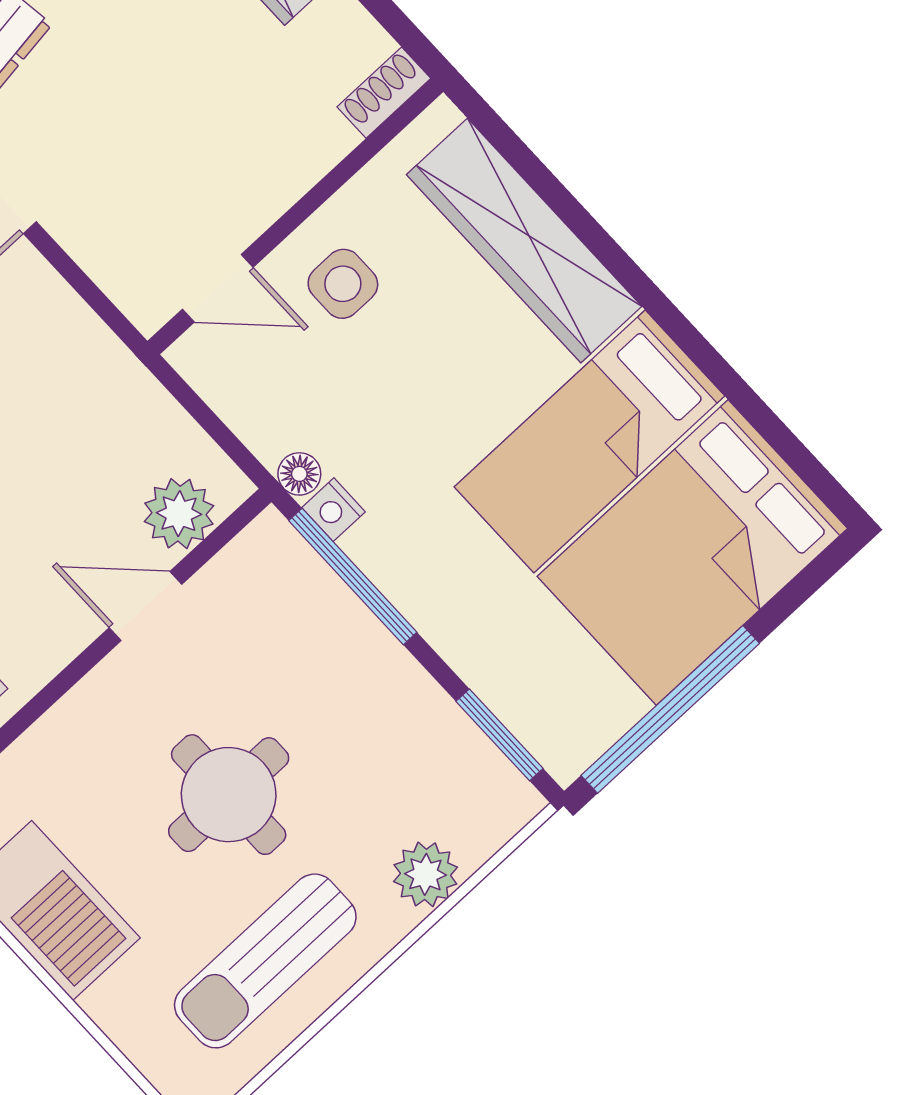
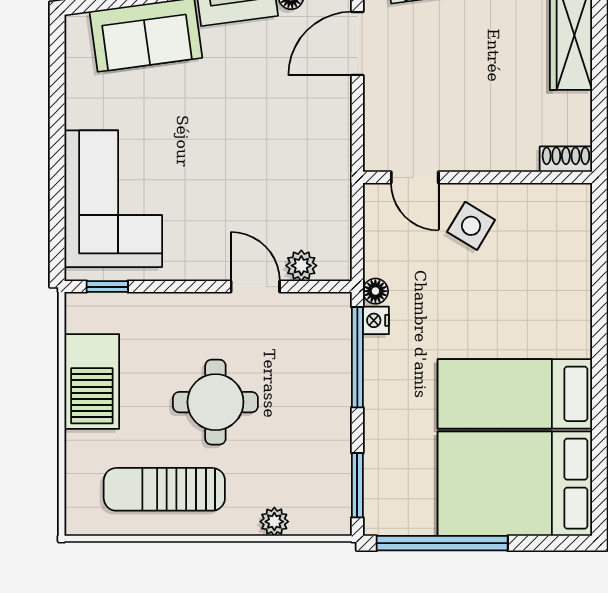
wardrobe: (524, 240) -> (567, 280), removed
side table: (343, 284) -> (471, 226), turned 31
plant: (179, 514) -> (301, 266), width x0.73, depth x0.73
plant: (425, 874) -> (274, 522), width x0.73, depth x0.73

